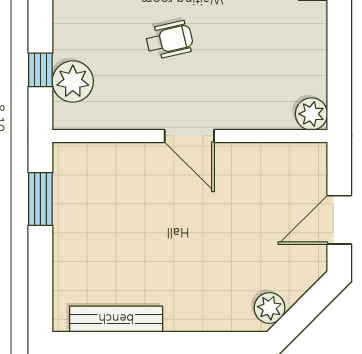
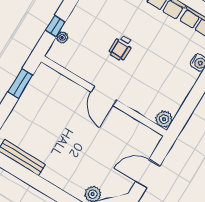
wheelchair: (169, 40) -> (121, 48), turned 103
plant: (73, 81) -> (62, 37), width x0.53, depth x0.53

